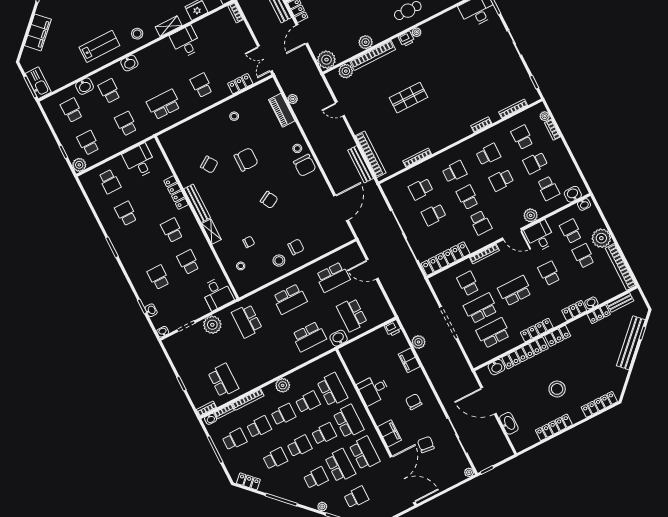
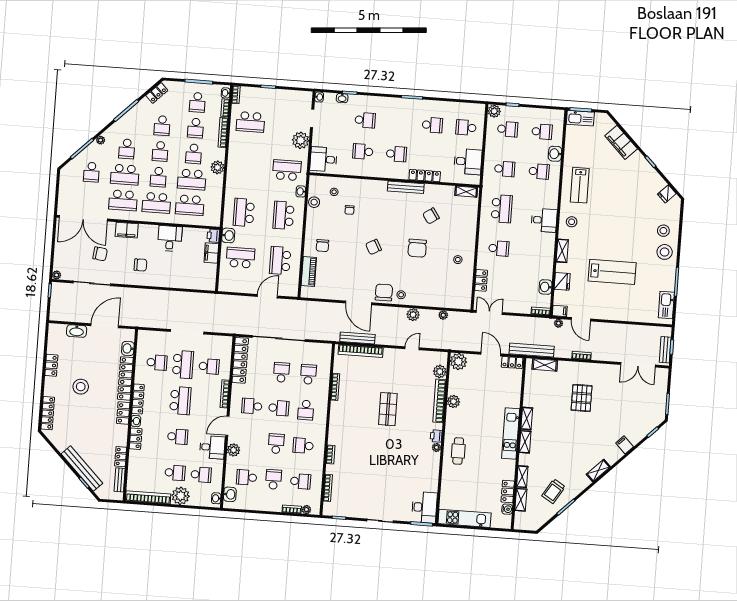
desk: (186, 42) -> (544, 220), moved
washbasin: (129, 63) -> (545, 287), moved
piano: (282, 110) -> (309, 271), moved, turned 90
school desk: (488, 154) -> (303, 446), turned 90
chair: (305, 165) -> (384, 292), turned 90
door: (341, 208) -> (359, 303), moved
shelving: (211, 232) -> (466, 192), moved
stool: (279, 261) -> (314, 202), moved
school desk: (188, 262) -> (363, 151), turned 180
washbasin: (259, 296) -> (301, 191), added
washbasin: (591, 303) -> (136, 421), moved
printer: (393, 328) -> (213, 236), moved
school desk: (493, 333) -> (157, 363), width x0.54
plant: (418, 342) -> (413, 315), moved
filing cabinet: (409, 360) -> (211, 253), moved, turned -90
school desk: (308, 402) -> (192, 180), width x1.85
locker: (554, 427) -> (51, 365), width x0.66

